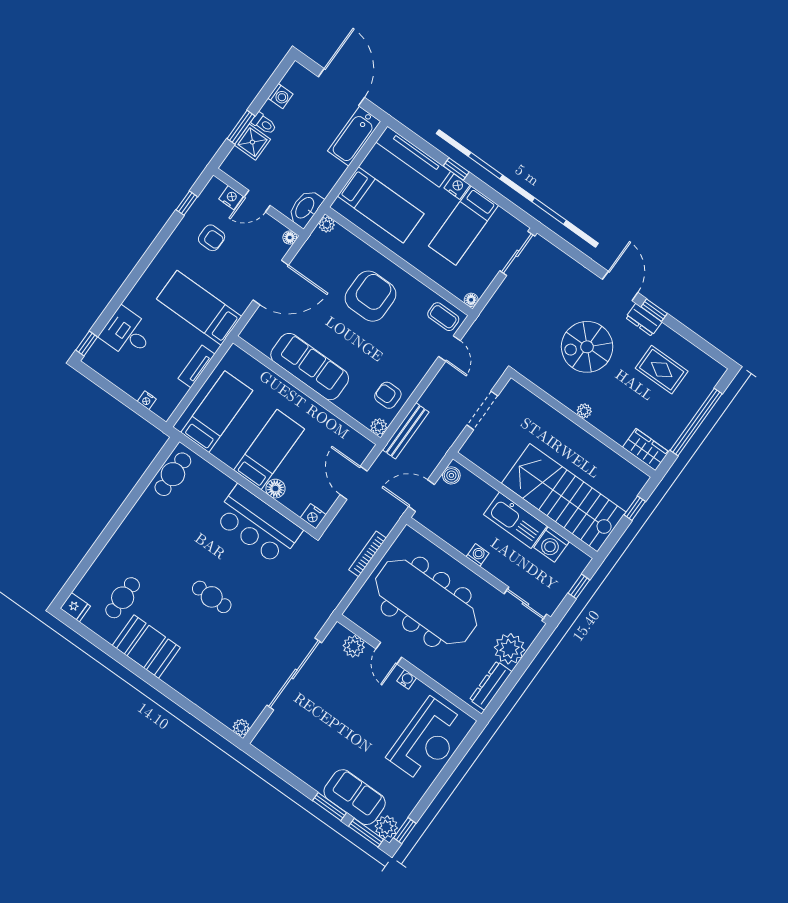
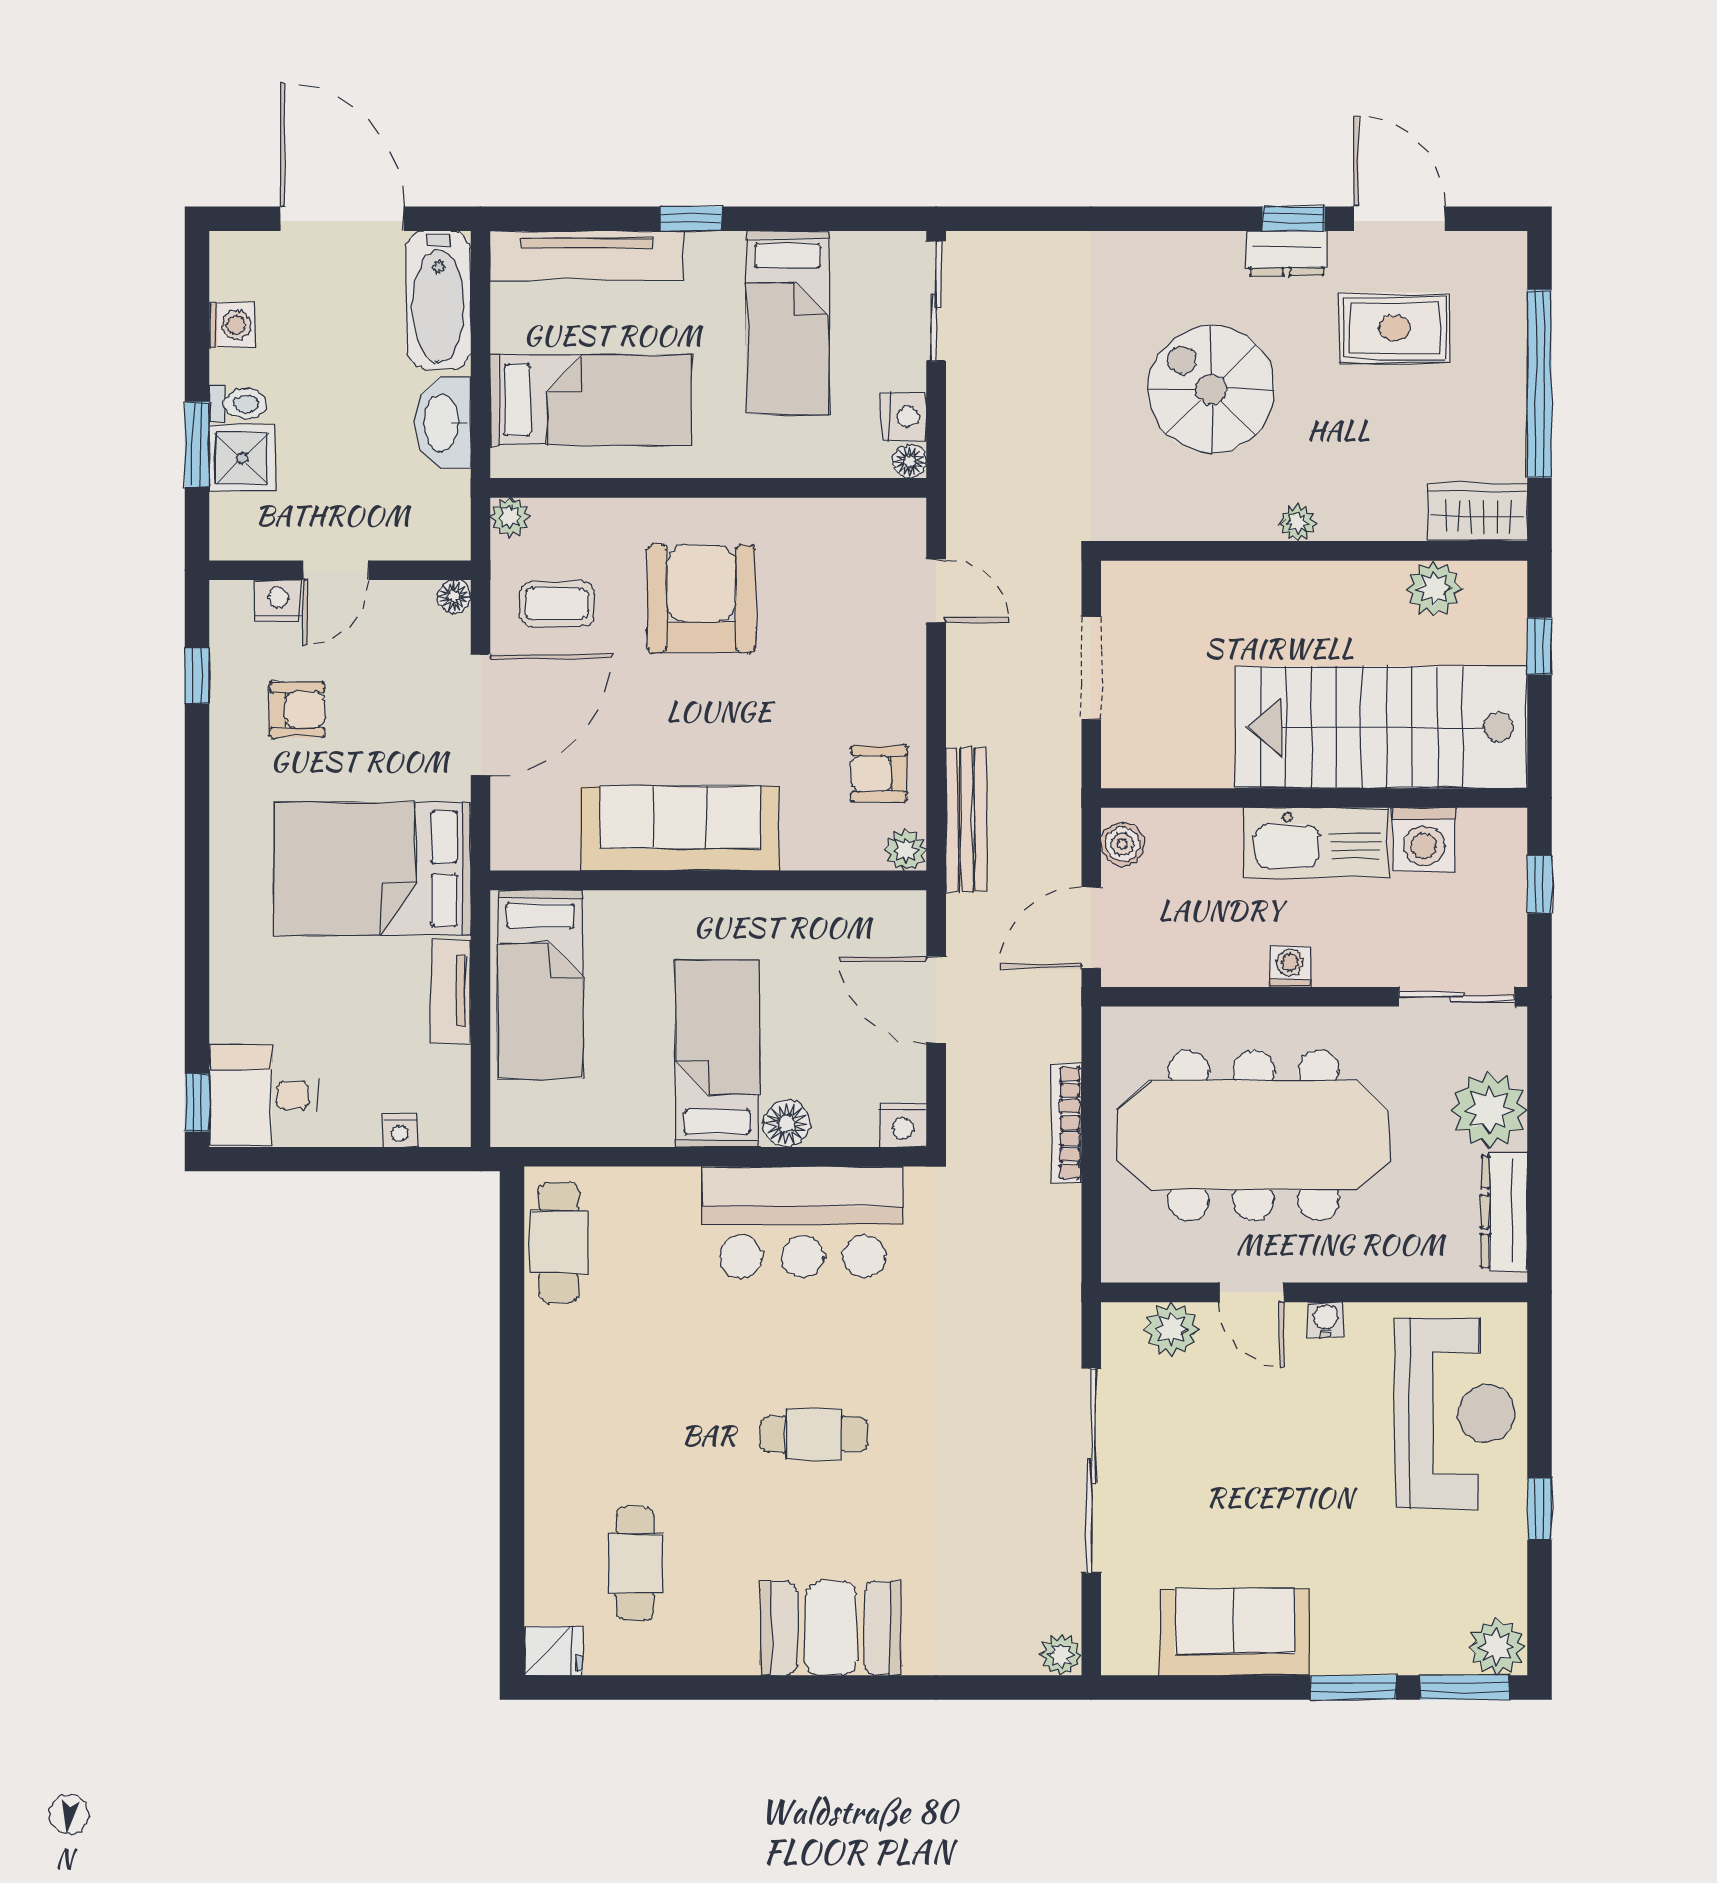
nightstand: (457, 187) -> (904, 417), moved, turned 90
washbasin: (305, 208) -> (443, 423), moved
door: (620, 286) -> (1399, 219), moved
bed: (199, 308) -> (372, 869), width x1.50
coffee table: (443, 317) -> (557, 604), moved
desk: (127, 333) -> (263, 1095), moved
spiral stairs: (587, 347) -> (1211, 389), turned 90
bed: (217, 412) -> (540, 984), moved, turned 180
plant: (613, 464) -> (1434, 589), added
booth: (146, 647) -> (831, 1628), moved
sofa: (355, 797) -> (1235, 1632), moved
window: (405, 831) -> (1540, 1509), moved

